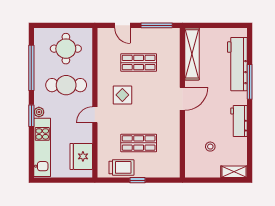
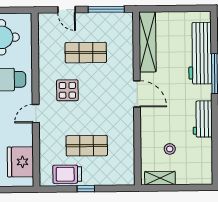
door: (182, 99) -> (137, 94), hinge flipped
trolley: (121, 167) -> (67, 174), turned 180
shelving: (234, 172) -> (160, 178), moved

